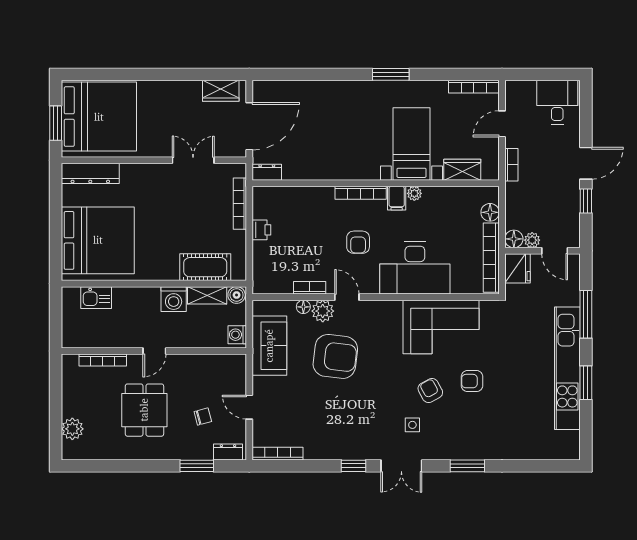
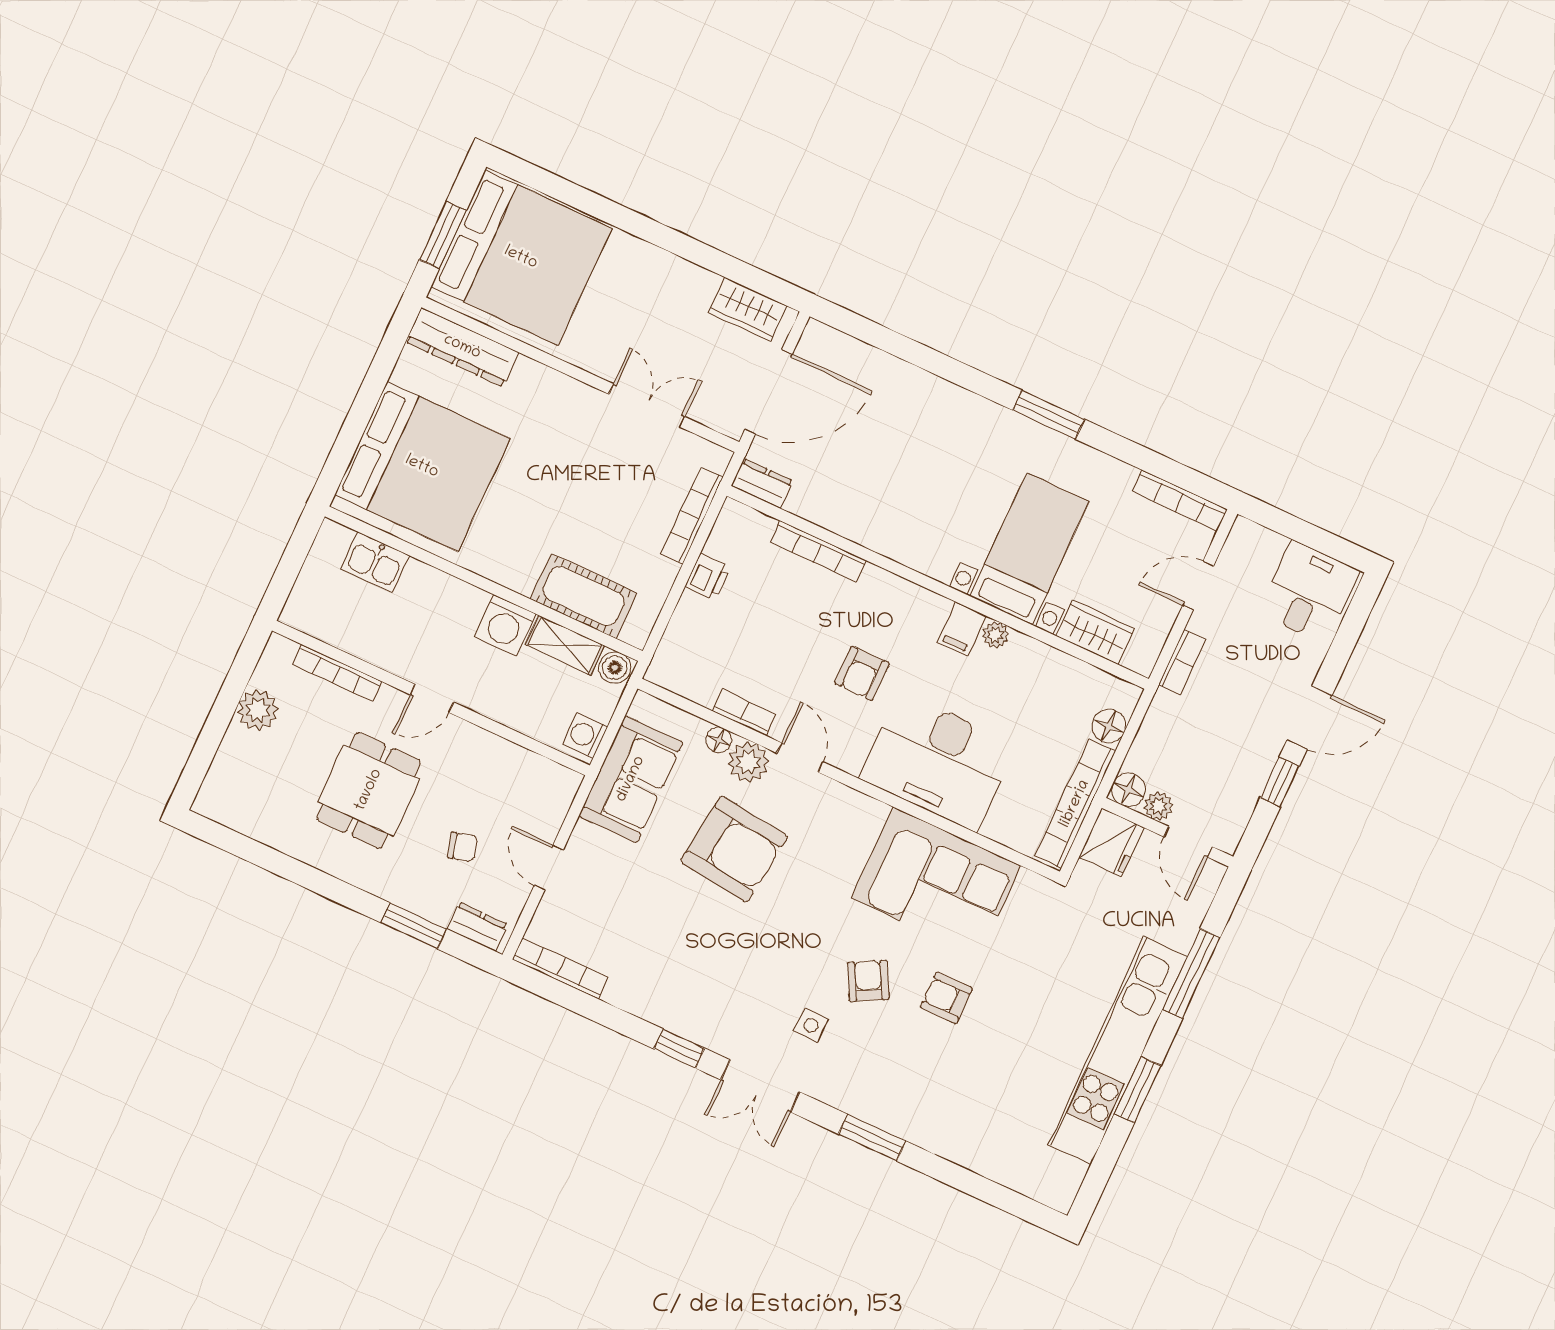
bookcase: (361, 193) -> (818, 551), moved
plant: (72, 429) -> (258, 710), moved

